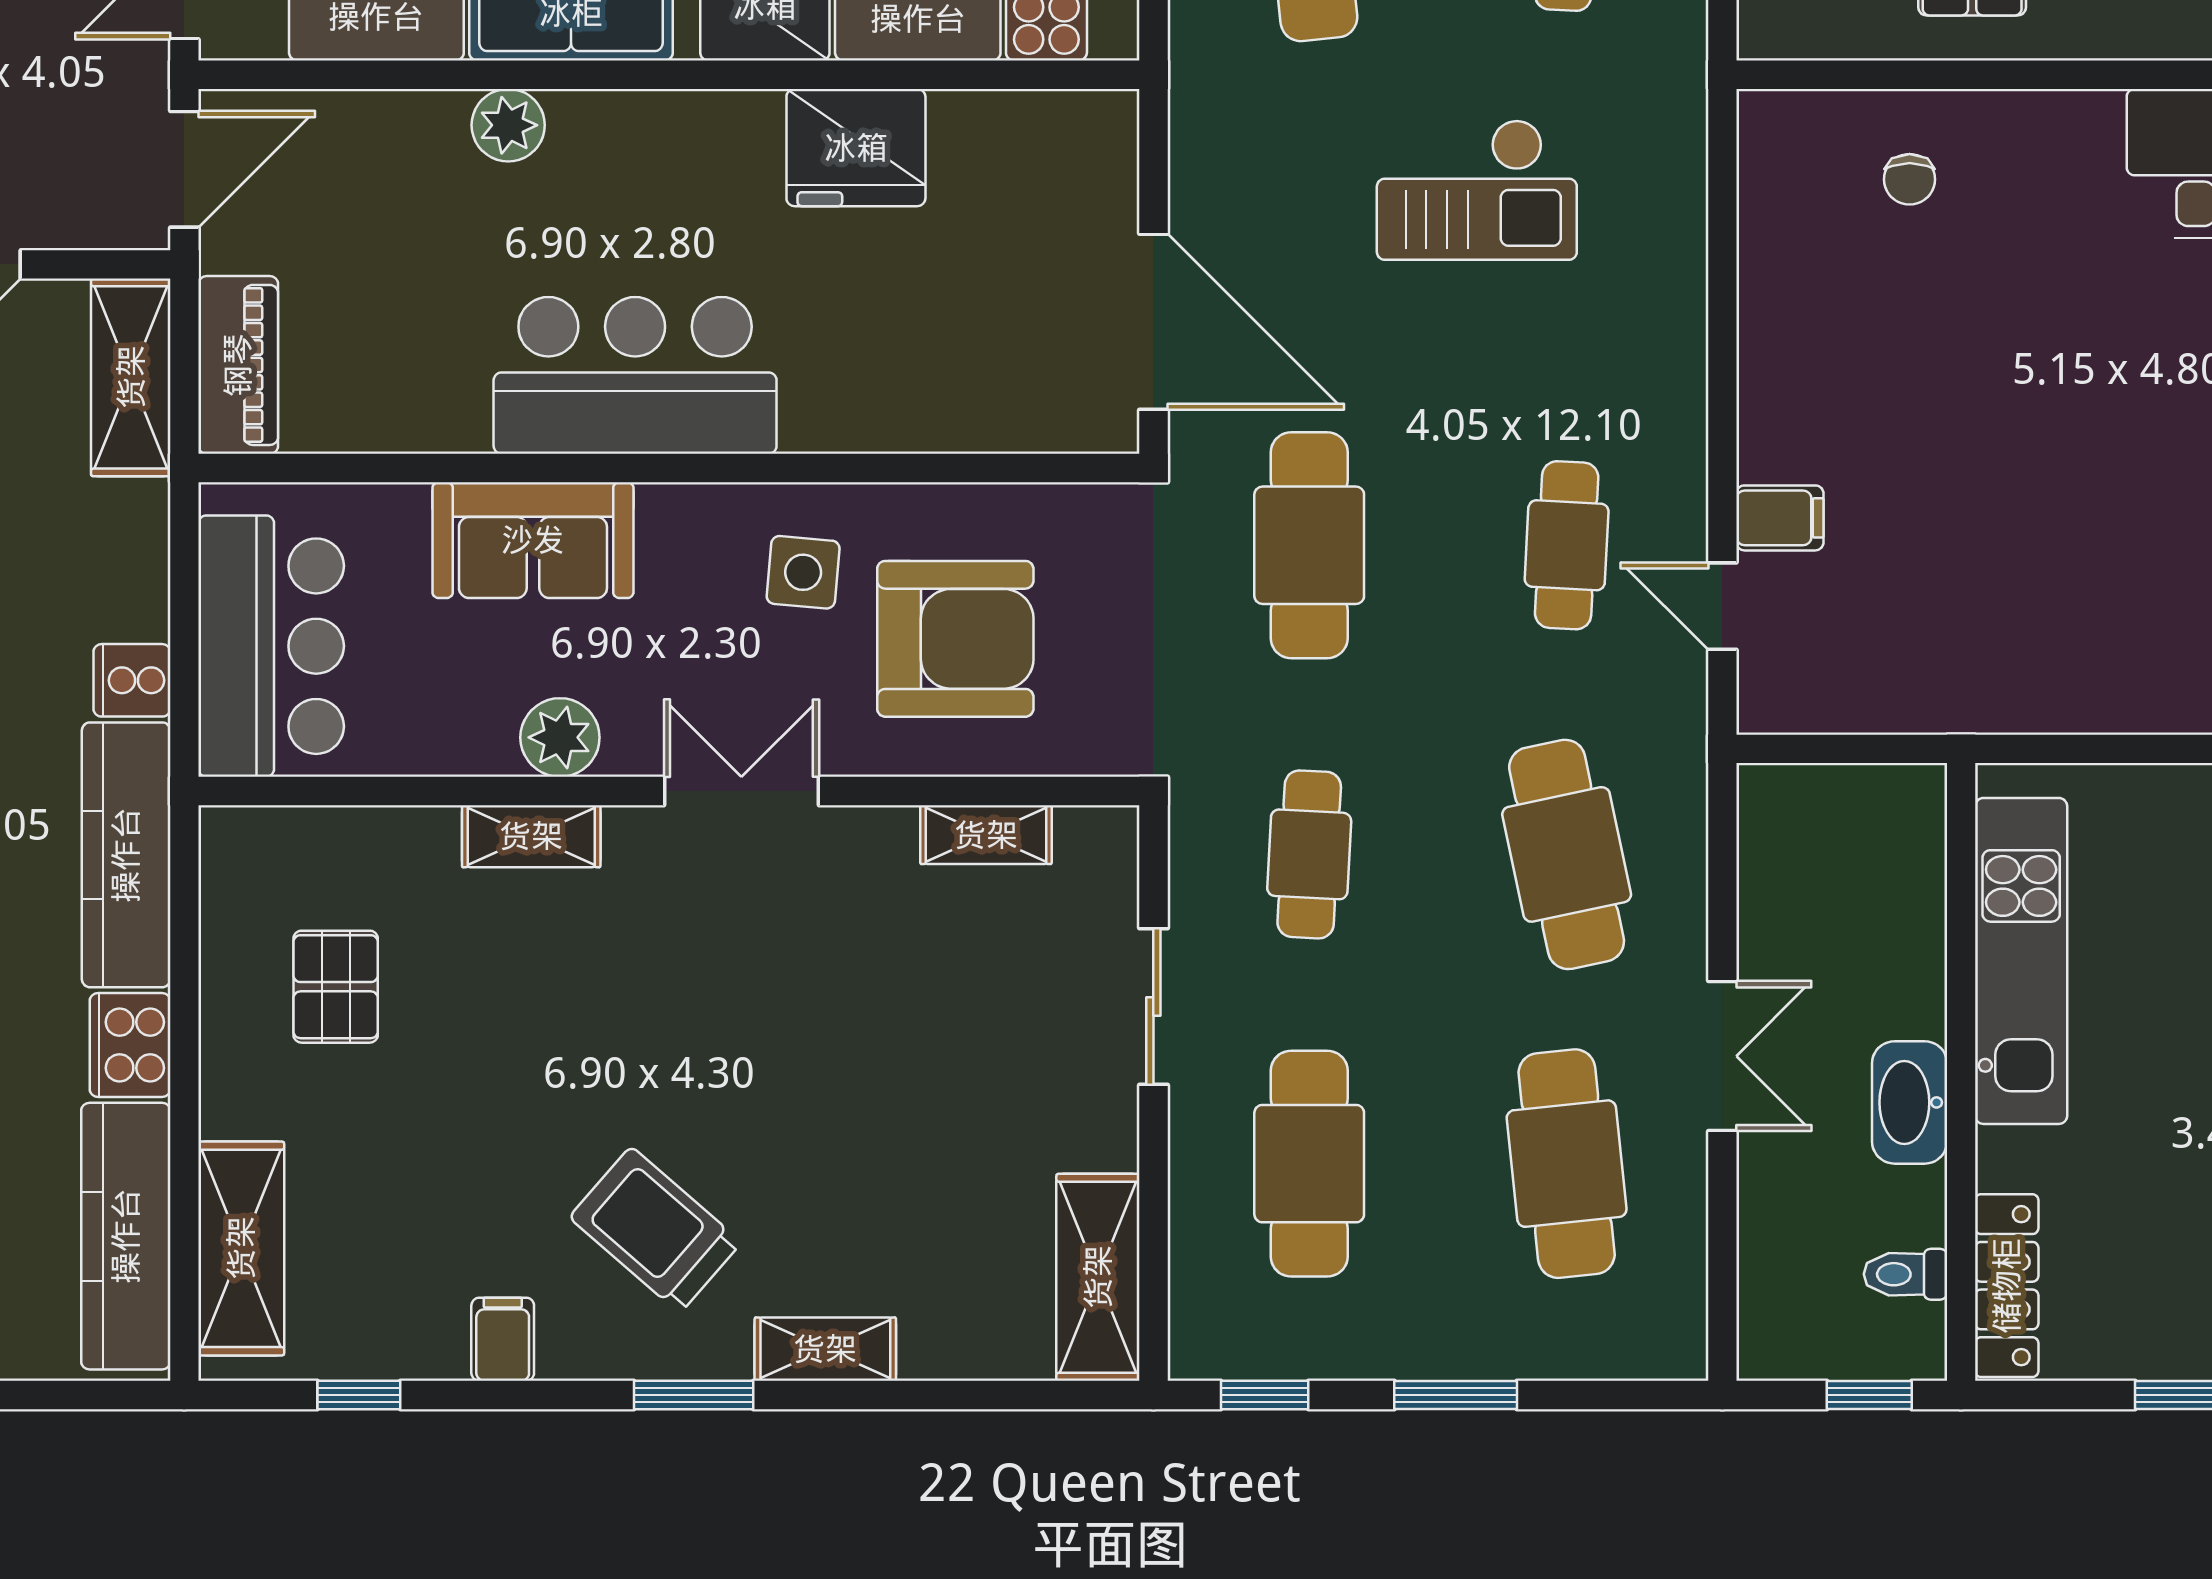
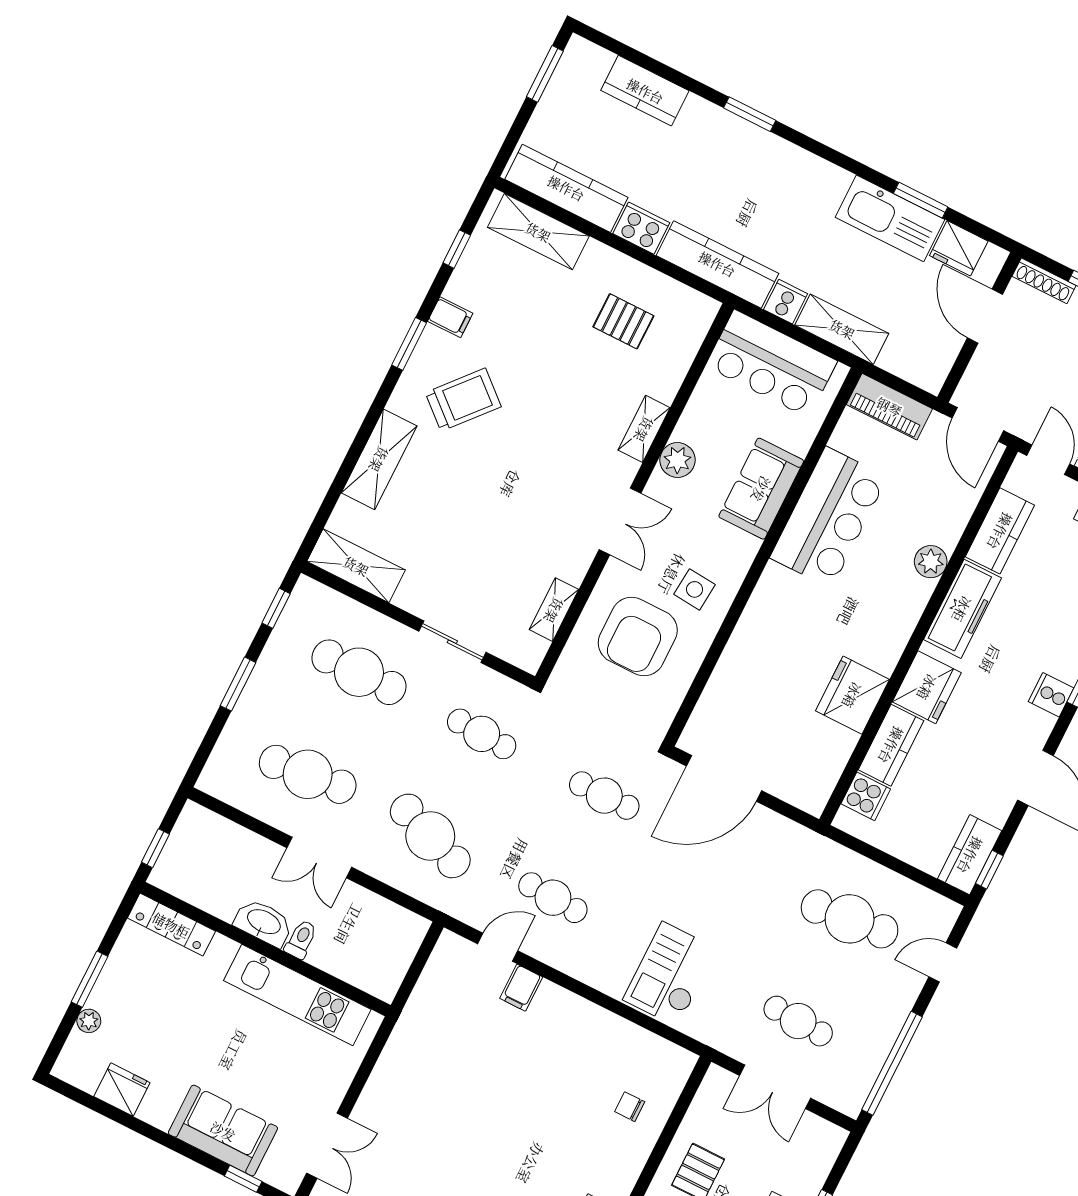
checkout: (1477, 190) -> (670, 974), moved
bar counter: (635, 375) -> (829, 517), moved
shelving: (131, 377) -> (842, 329), moved
cafe table: (1309, 545) -> (604, 796), width x0.73, depth x0.74
cafe table: (1567, 854) -> (430, 836), turned 33
toilet: (1905, 1274) -> (301, 939), moved
shelving: (825, 1349) -> (379, 459), width x1.50, depth x1.33
window: (694, 1395) -> (409, 344), moved

